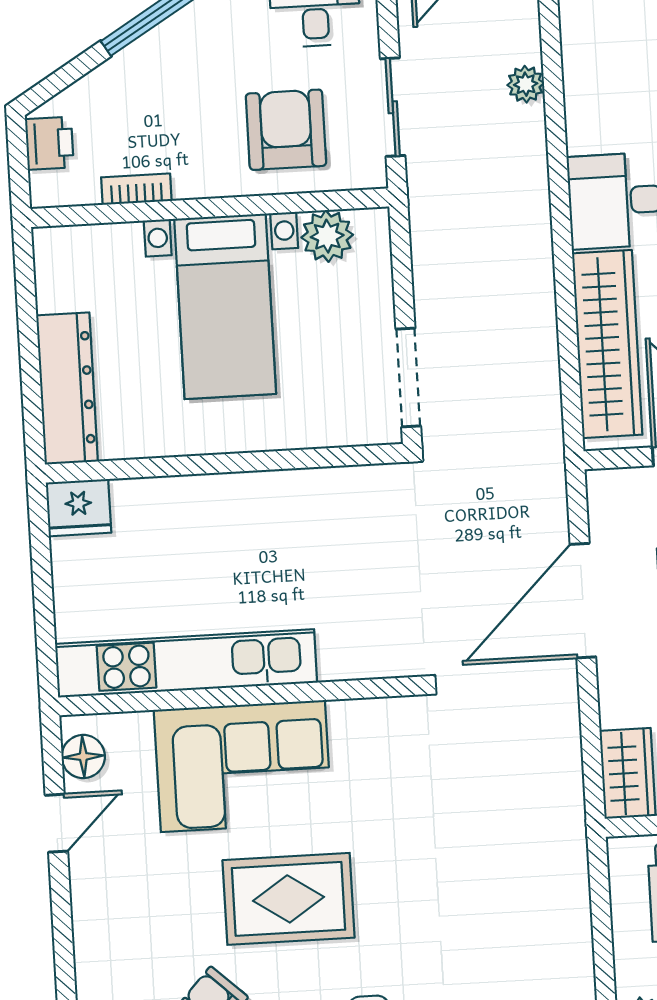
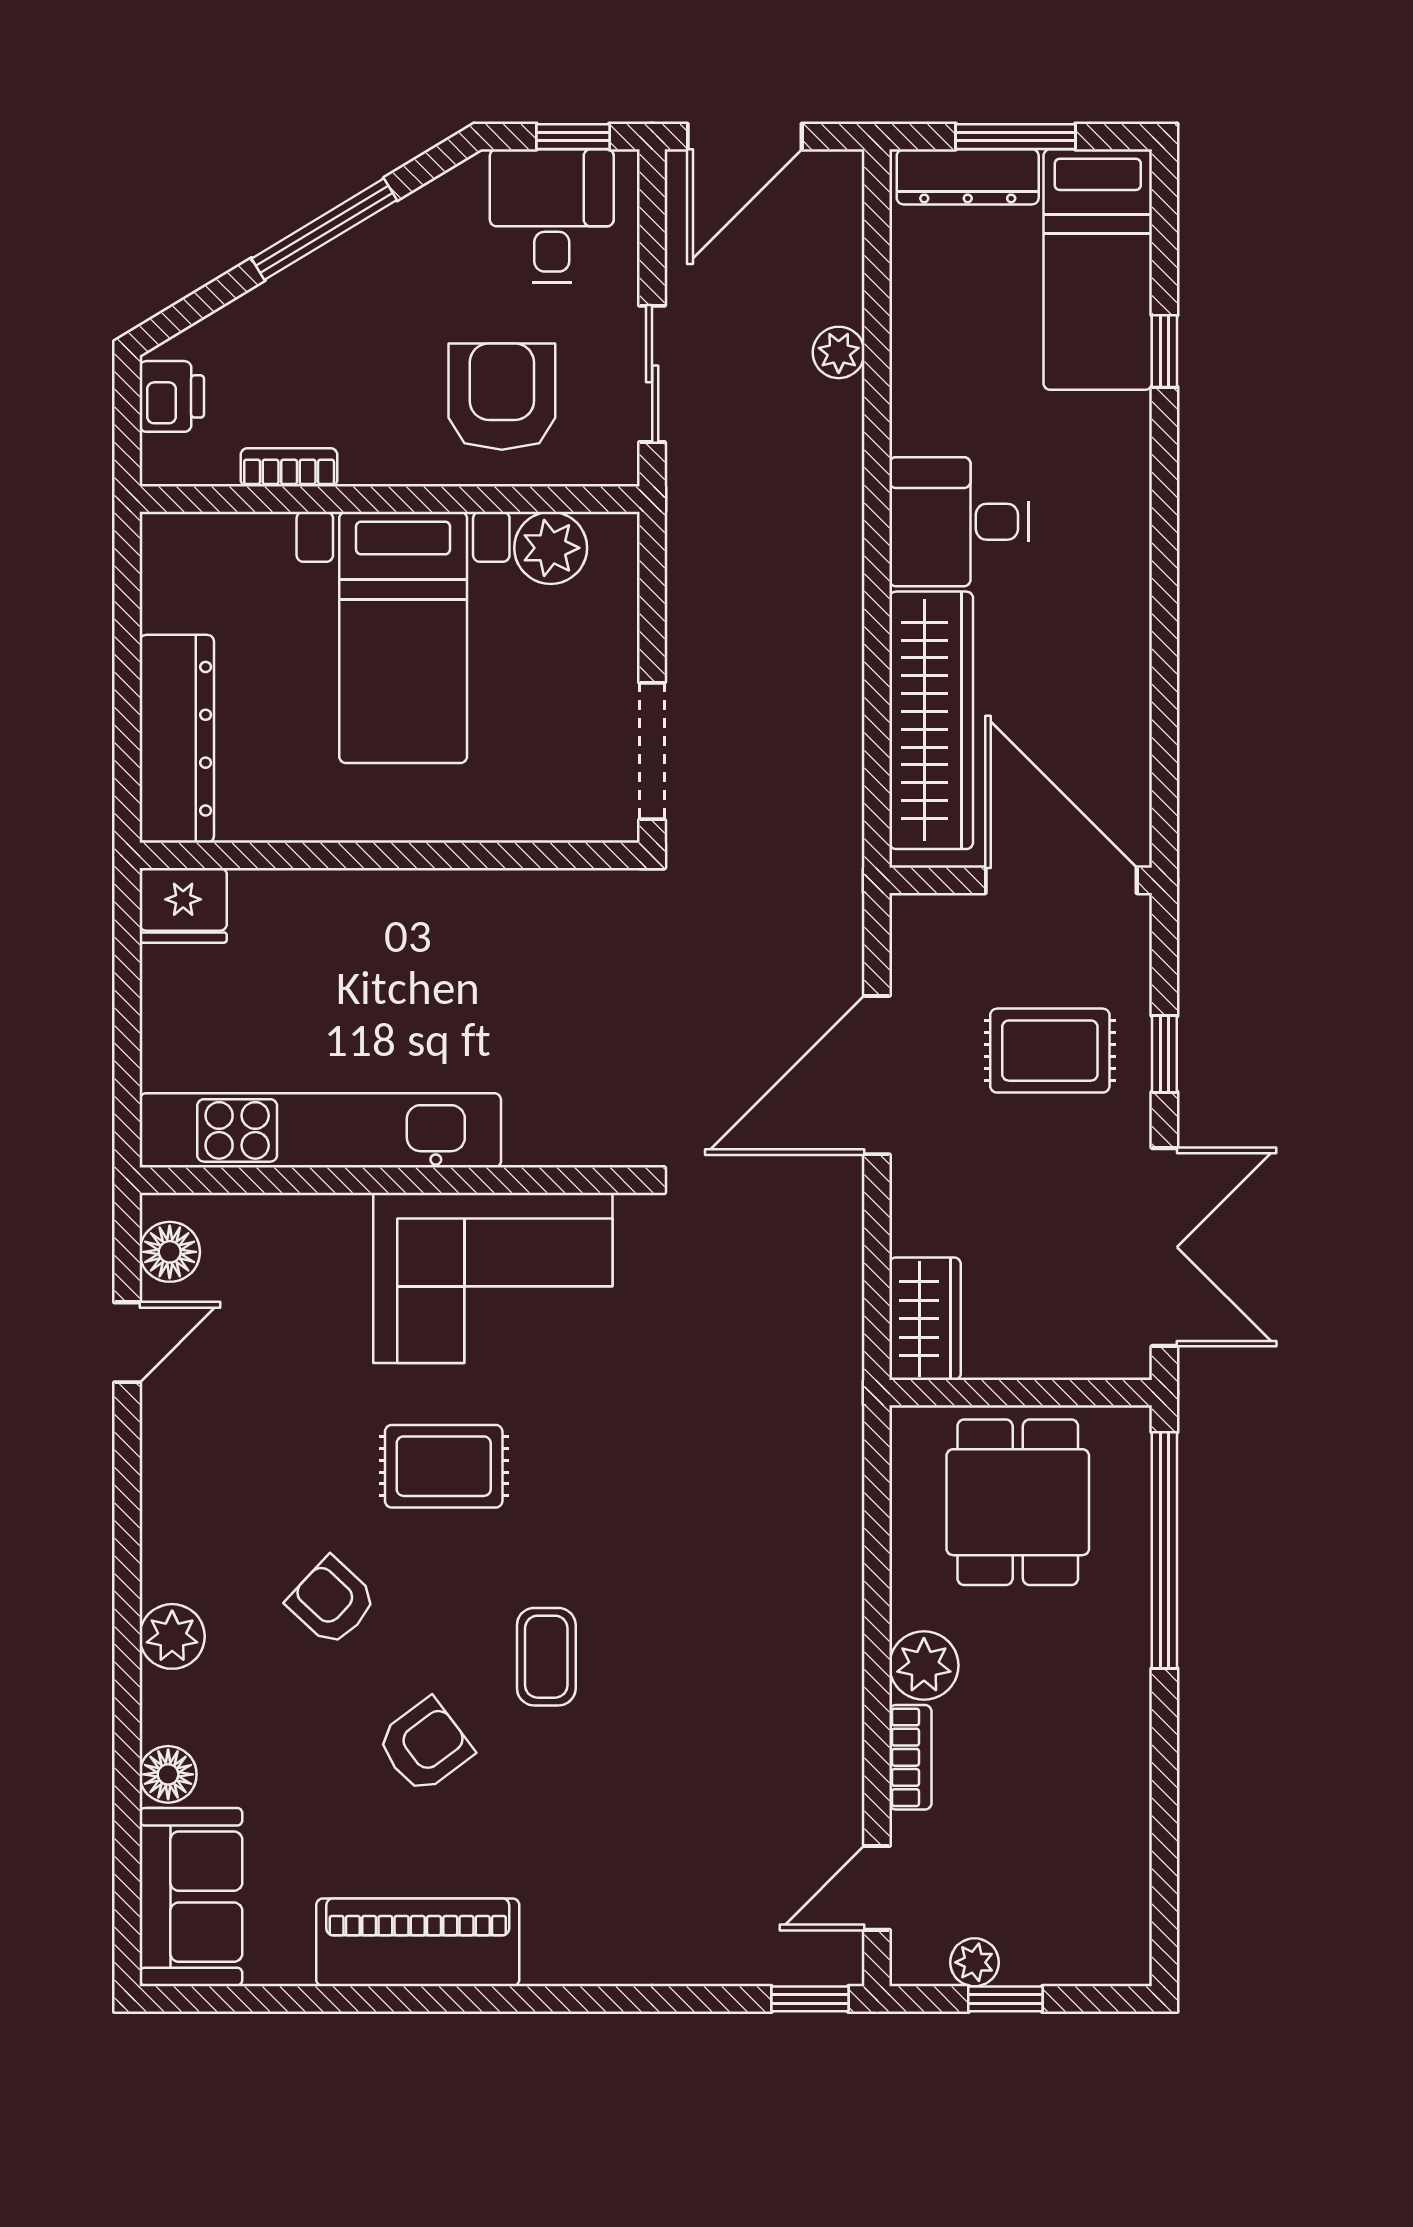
corner sofa: (243, 766) -> (493, 1278), moved
rug: (288, 899) -> (444, 1466), width x0.73, depth x0.70

